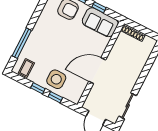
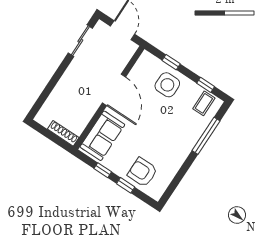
sofa: (100, 22) -> (102, 136), moved, turned 90
door: (97, 71) -> (114, 90), hinge flipped
window: (38, 88) -> (206, 85), moved

